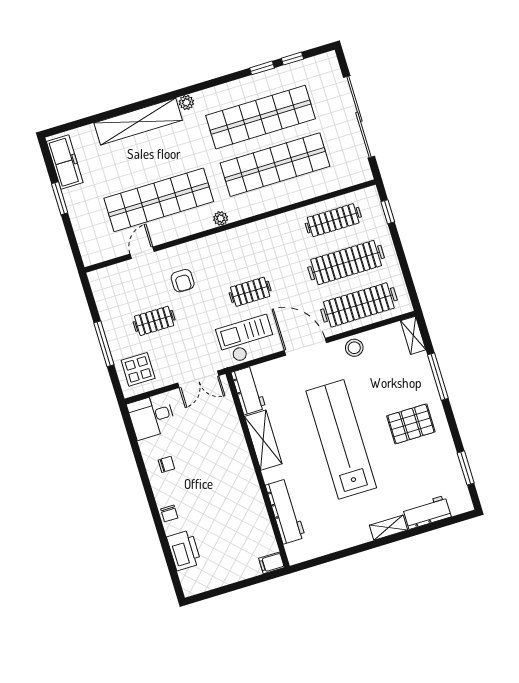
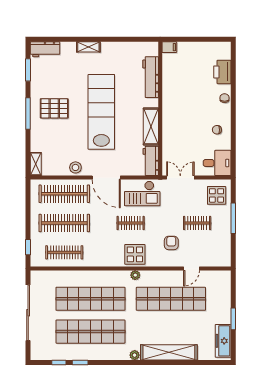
display table: (230, 248) -> (135, 254), added
window: (438, 377) -> (28, 114), moved
lab bench: (341, 439) -> (101, 112), turned 180
workbench: (427, 512) -> (45, 49), moved

